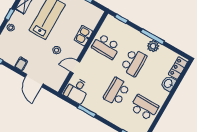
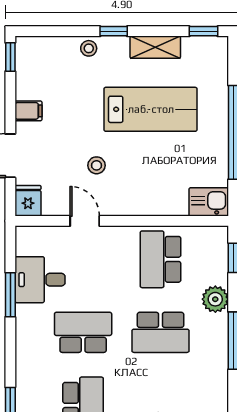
kitchen sink: (83, 36) -> (209, 202), moved
plant: (153, 46) -> (215, 299), moved
fridge: (55, 84) -> (28, 201), added
desk: (77, 90) -> (40, 280), moved

